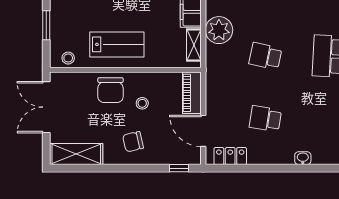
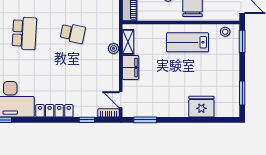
window: (46, 25) -> (242, 41), moved
plant: (219, 30) -> (114, 48), width x0.53, depth x0.53

